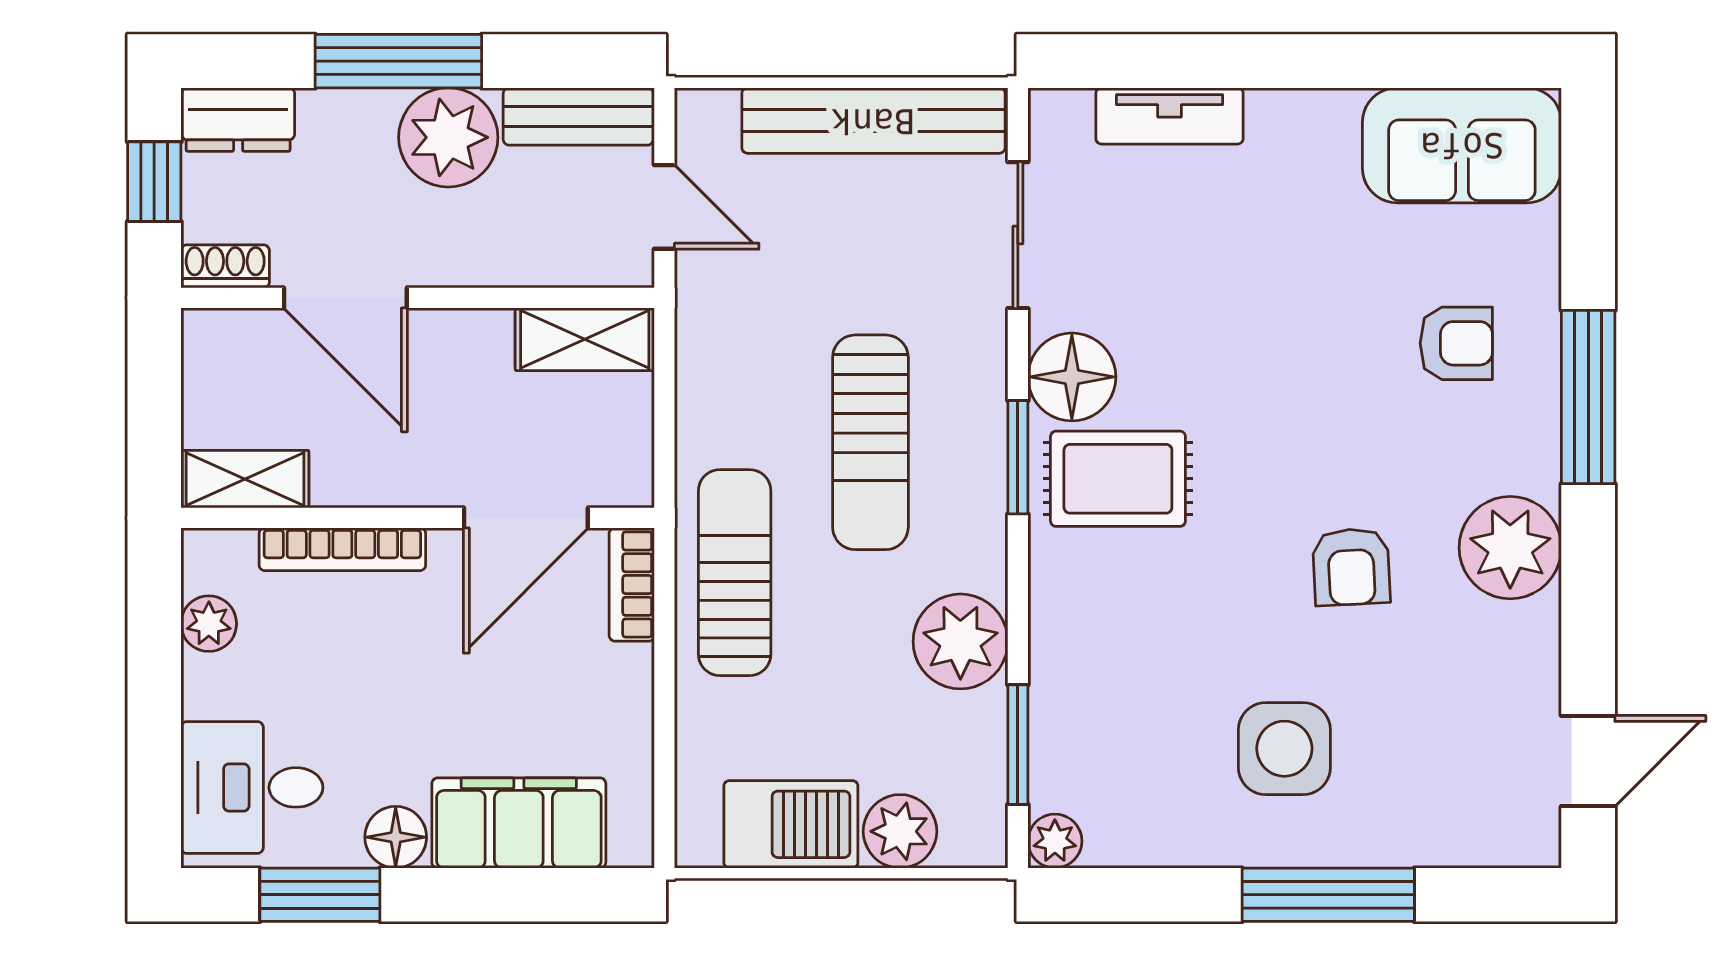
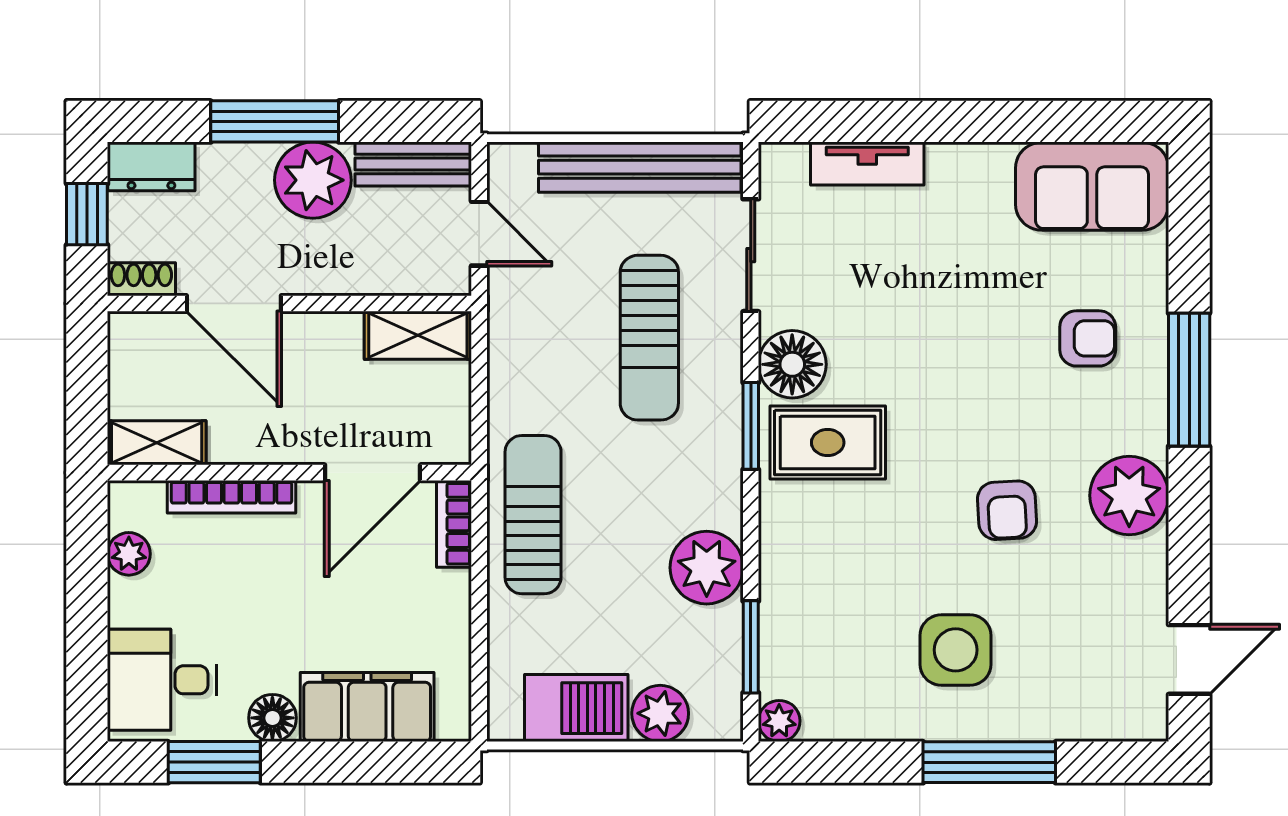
sun lounger: (870, 442) -> (649, 338), moved

